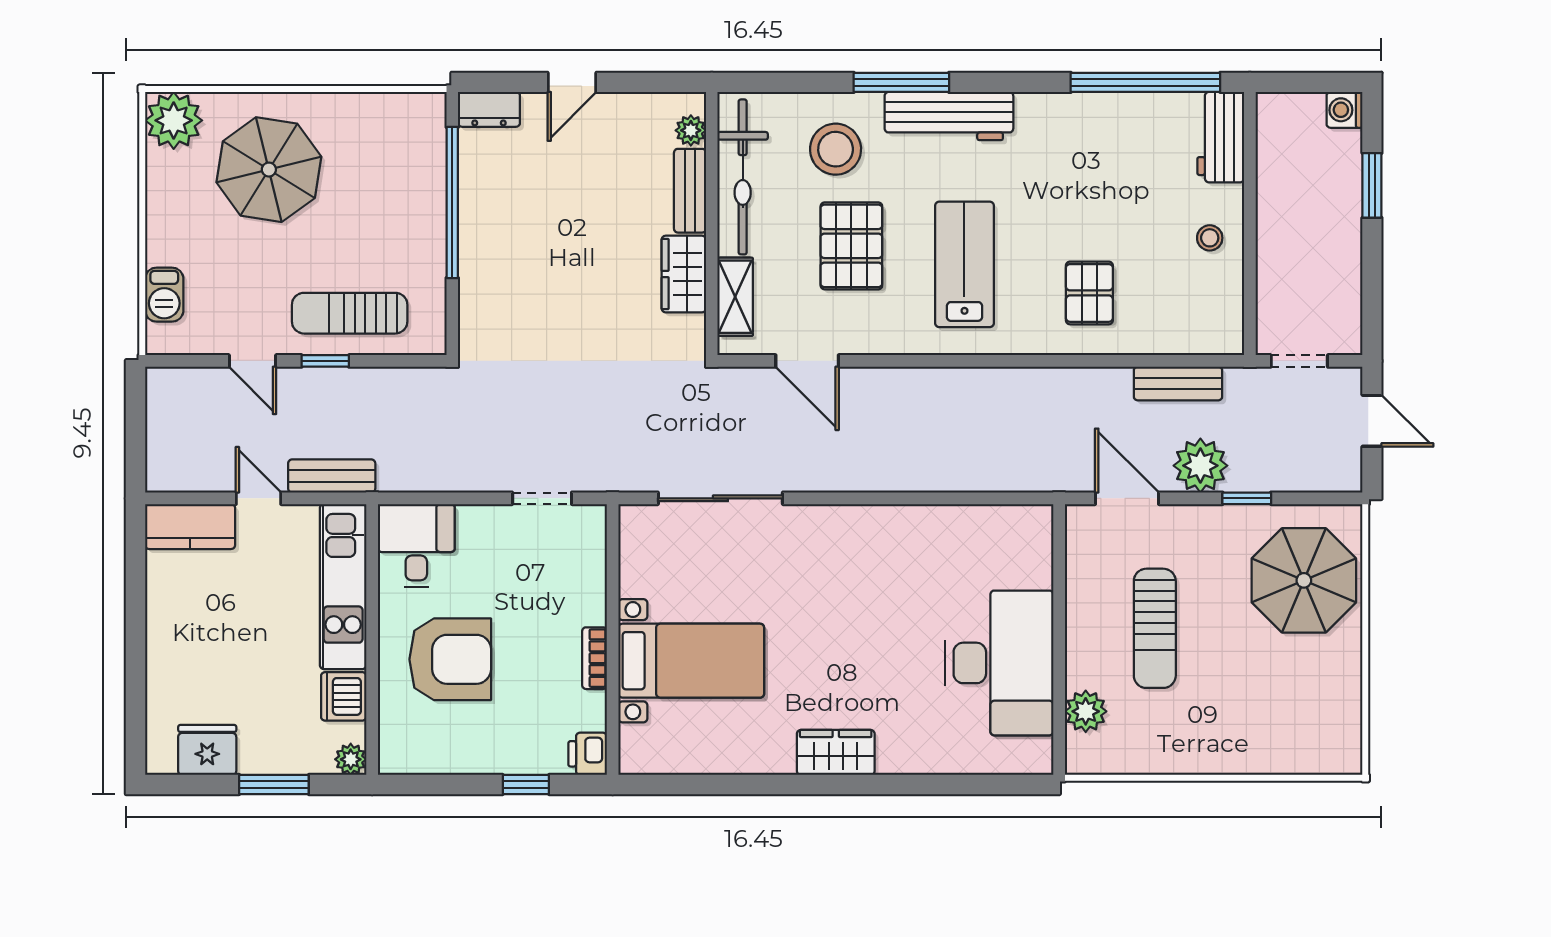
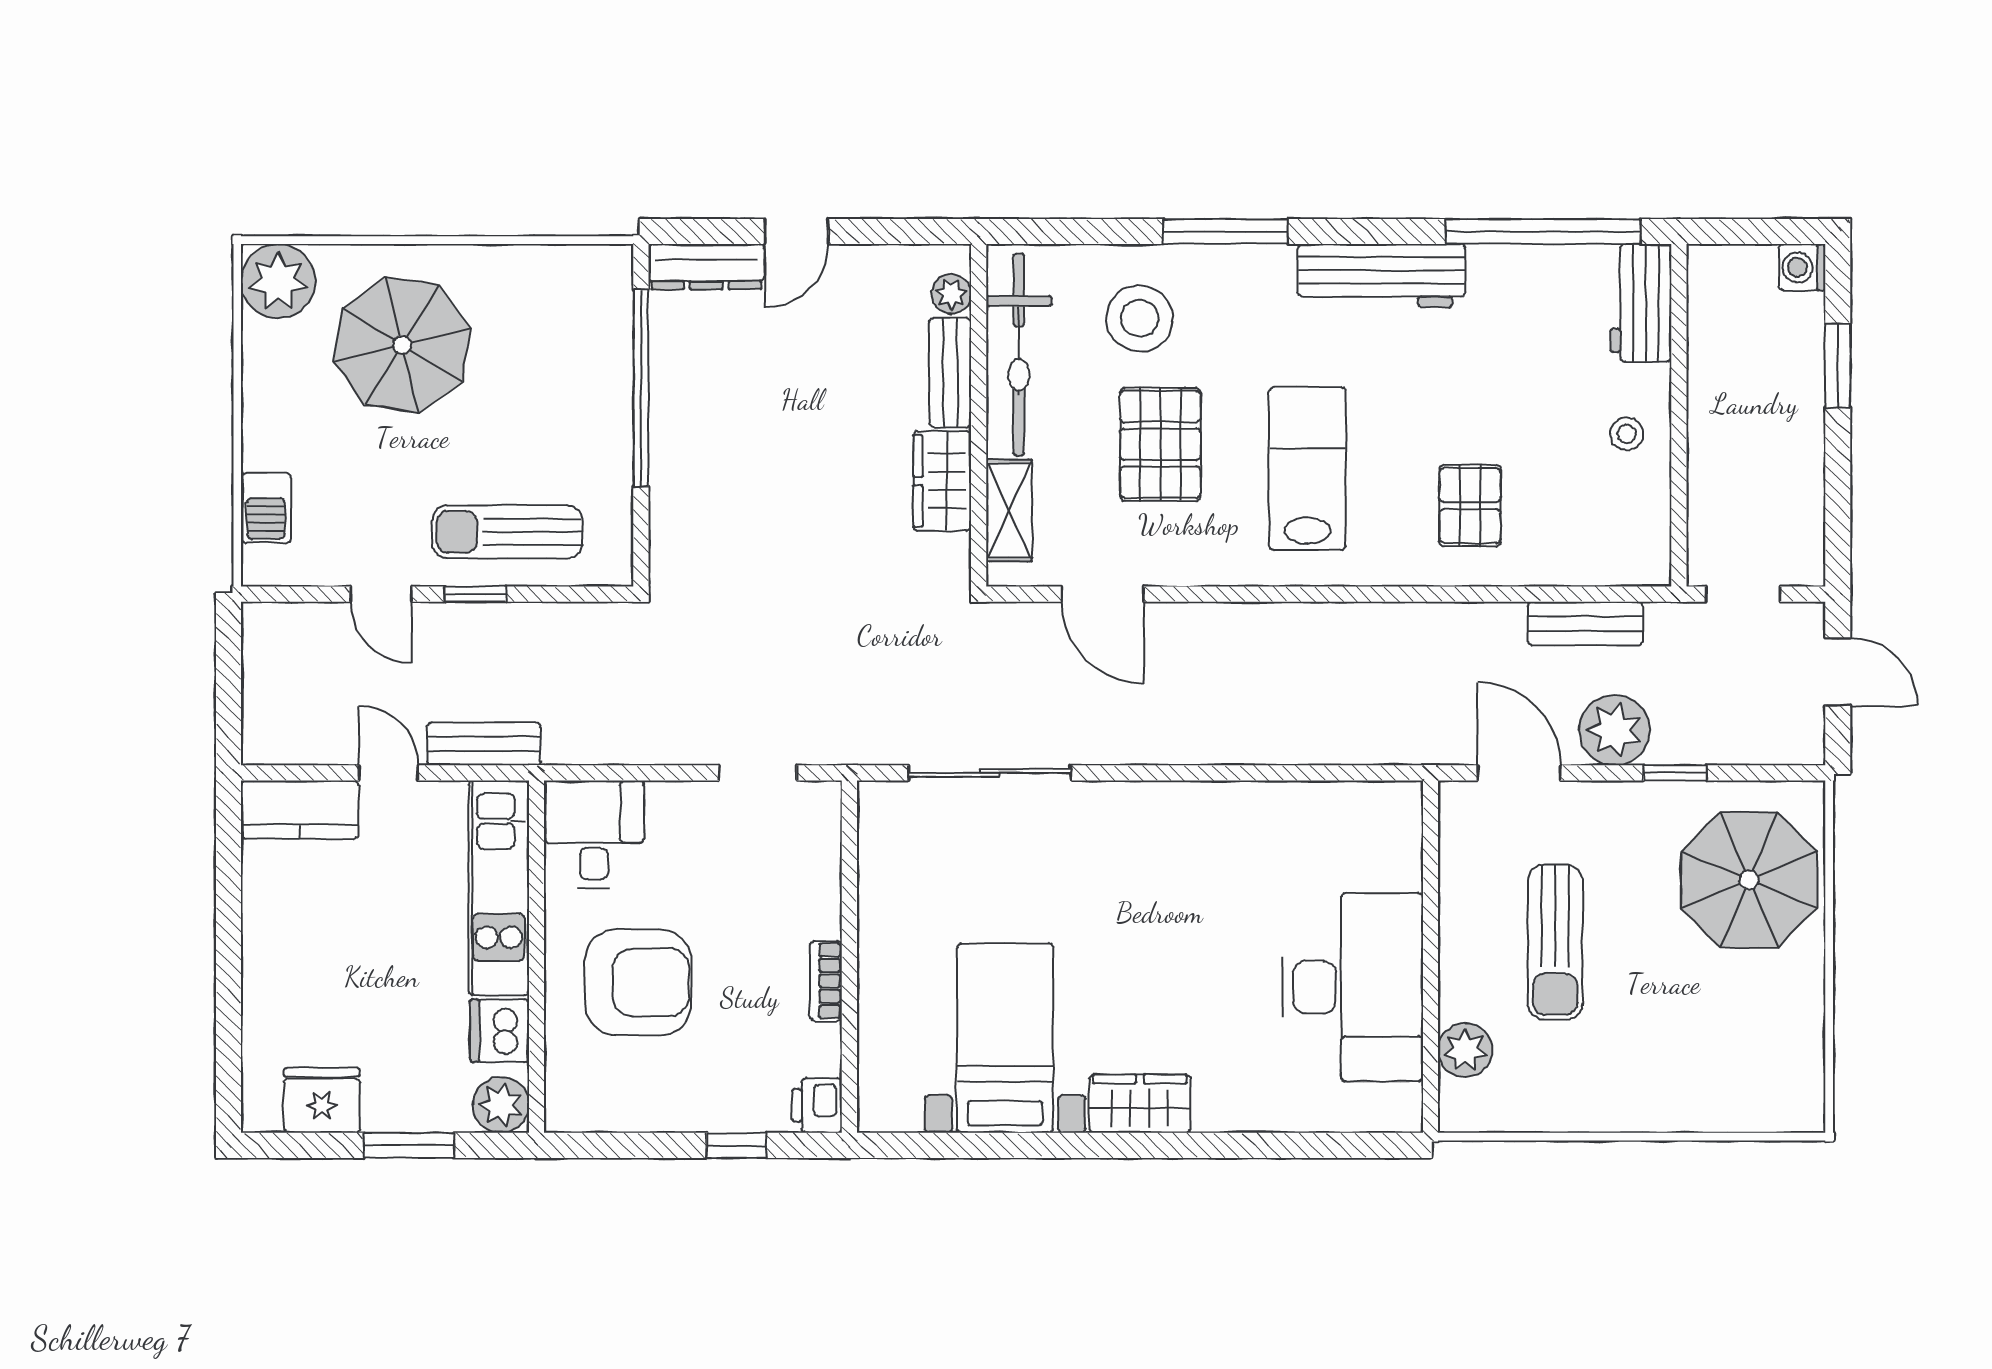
dresser: (489, 109) -> (706, 267), width x1.44
workbench: (949, 116) -> (1382, 275), moved
bed with nightstands: (691, 661) -> (1005, 1038), moved, turned -90
plant: (351, 759) -> (501, 1105), width x1.38, depth x1.38

